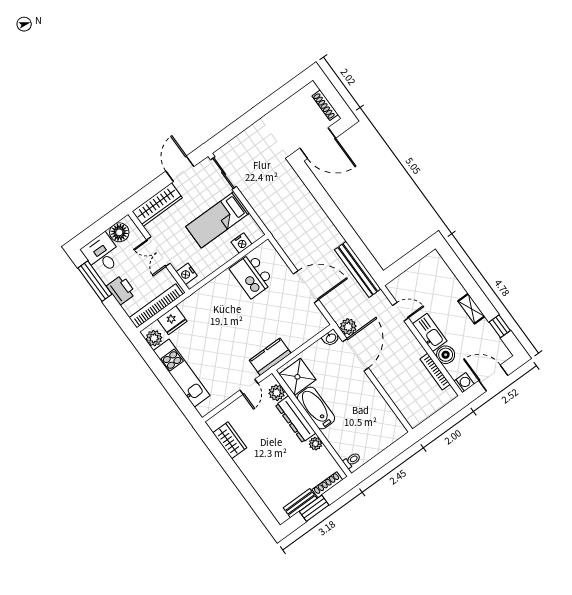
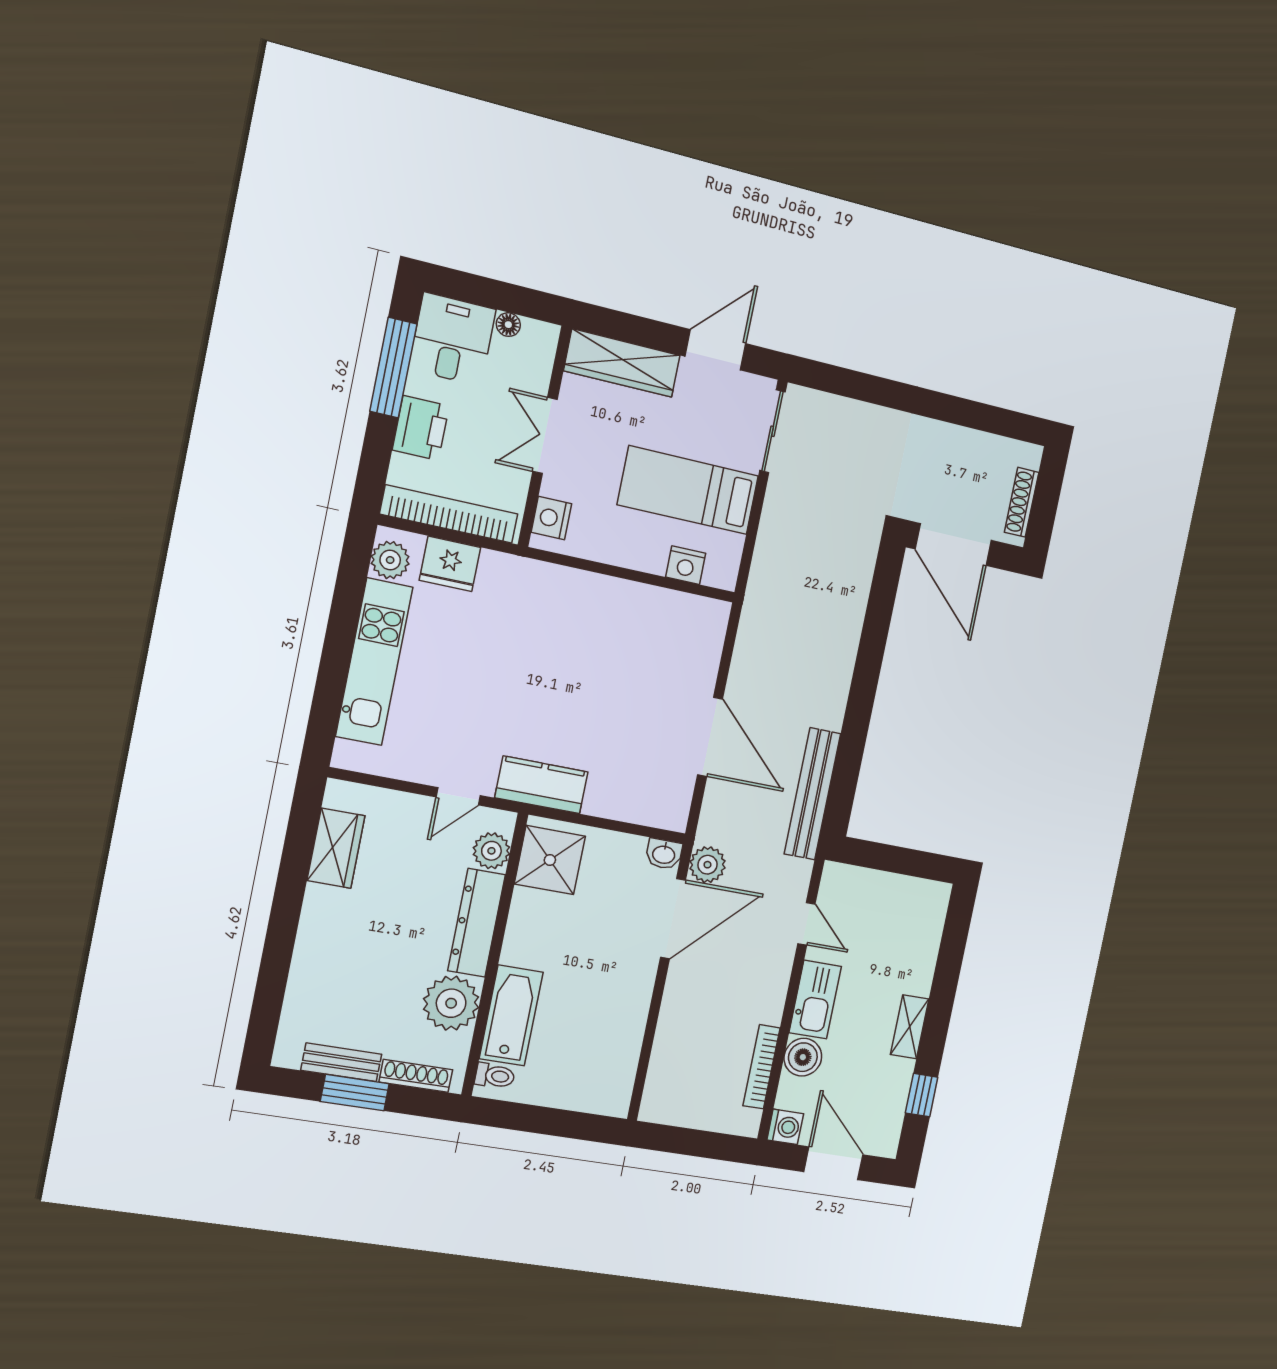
floor lamp: (119, 232) -> (508, 325), width x0.53, depth x0.53
kitchen island: (252, 275) -> (648, 631), removed
bathtub: (316, 408) -> (511, 1015), moved
plant: (316, 444) -> (451, 1003), width x1.88, depth x1.88

